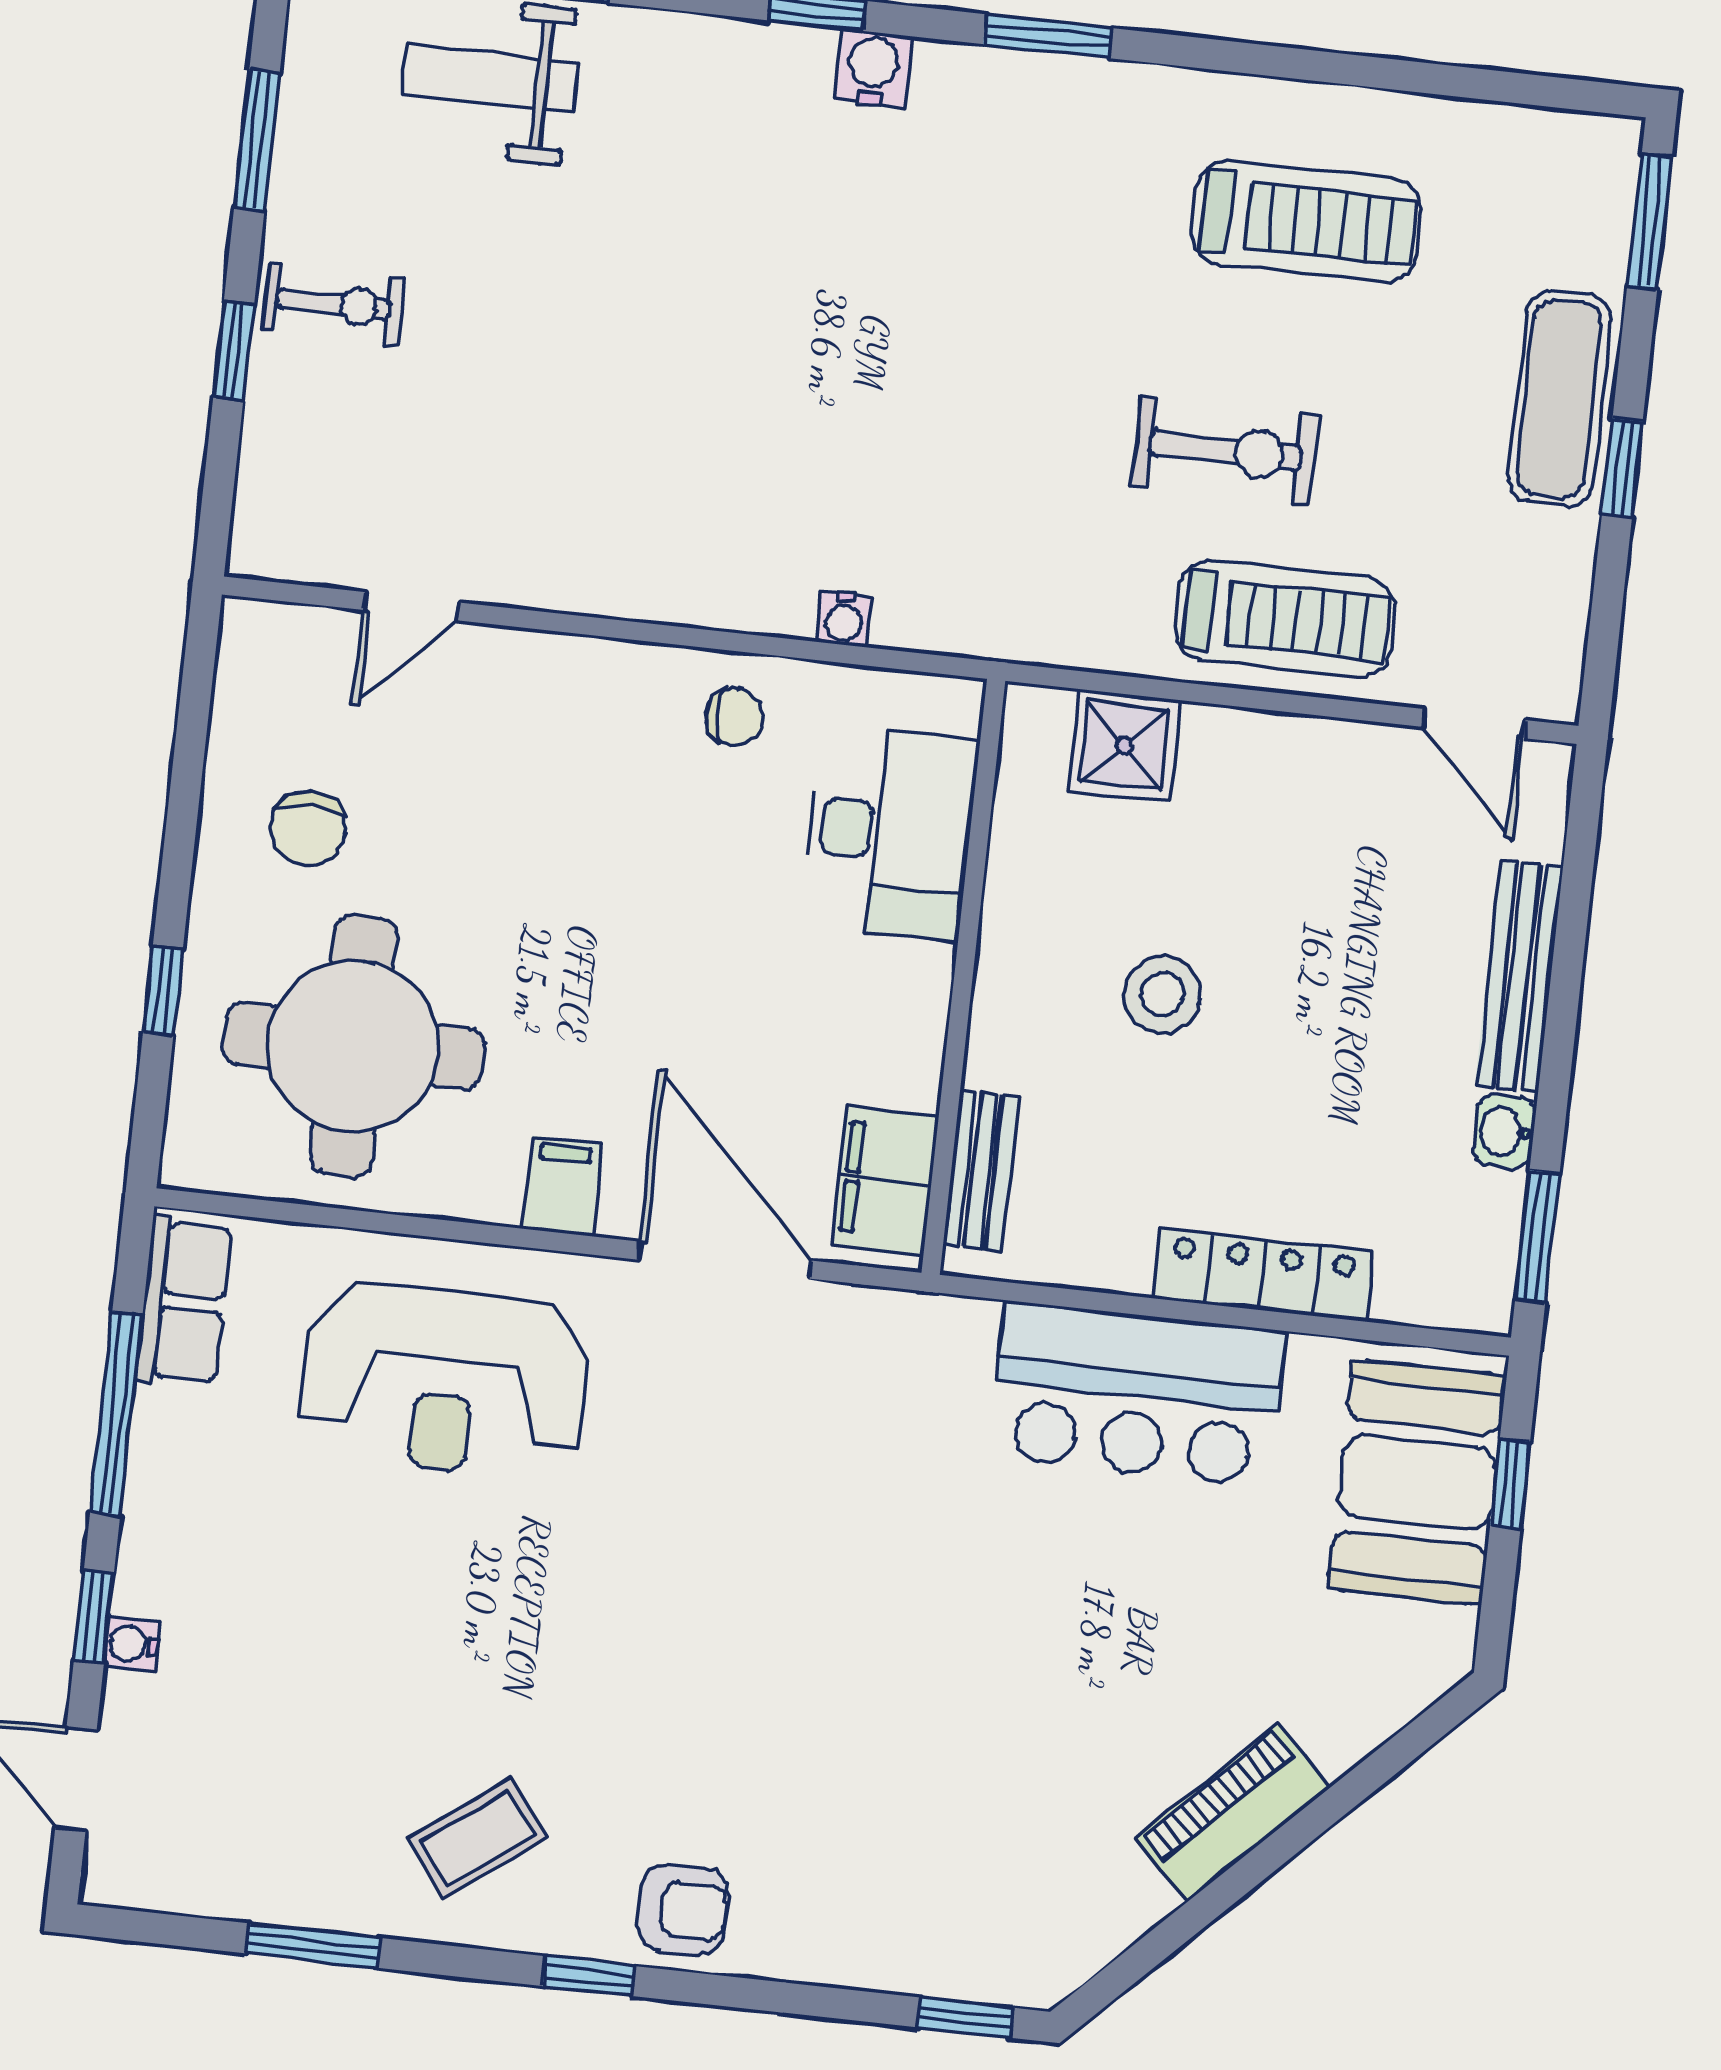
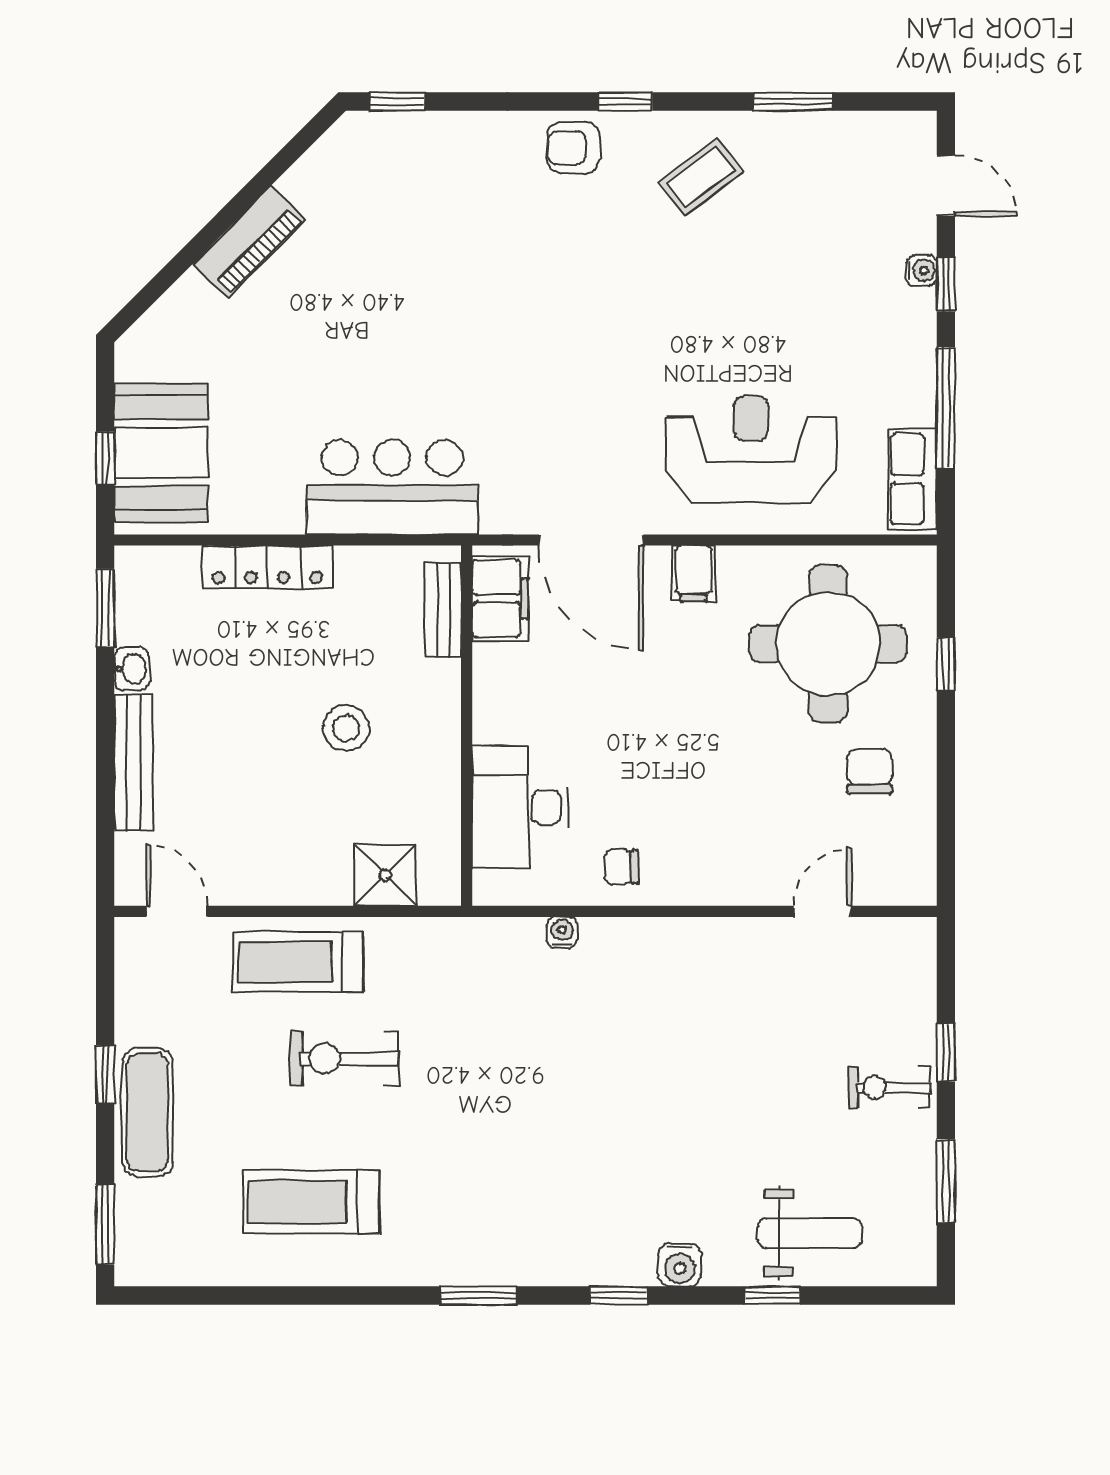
water cooler: (873, 68) -> (680, 1265), moved
bar counter: (1137, 1394) -> (392, 487), moved

